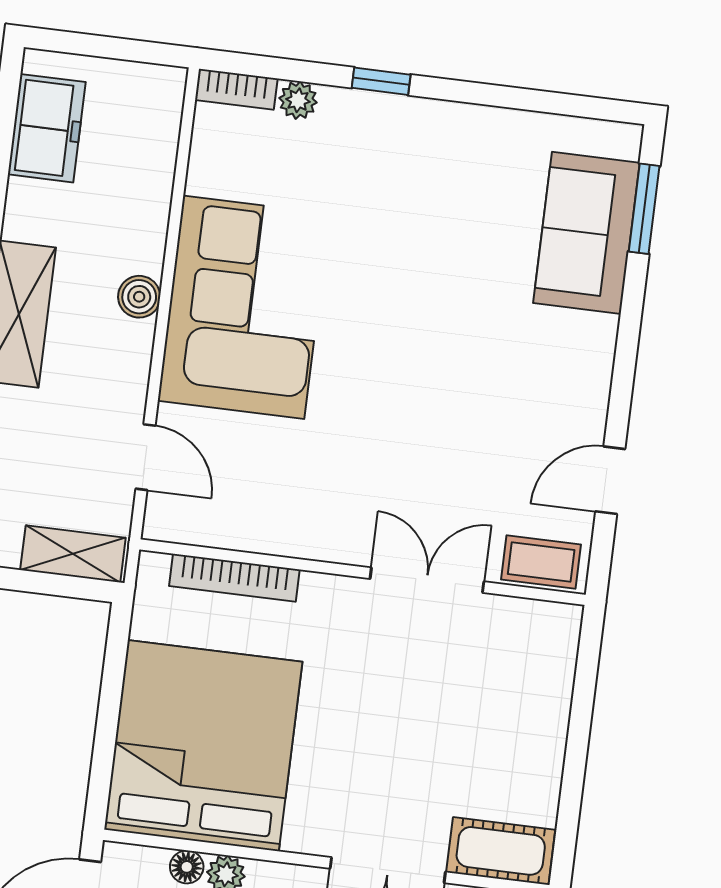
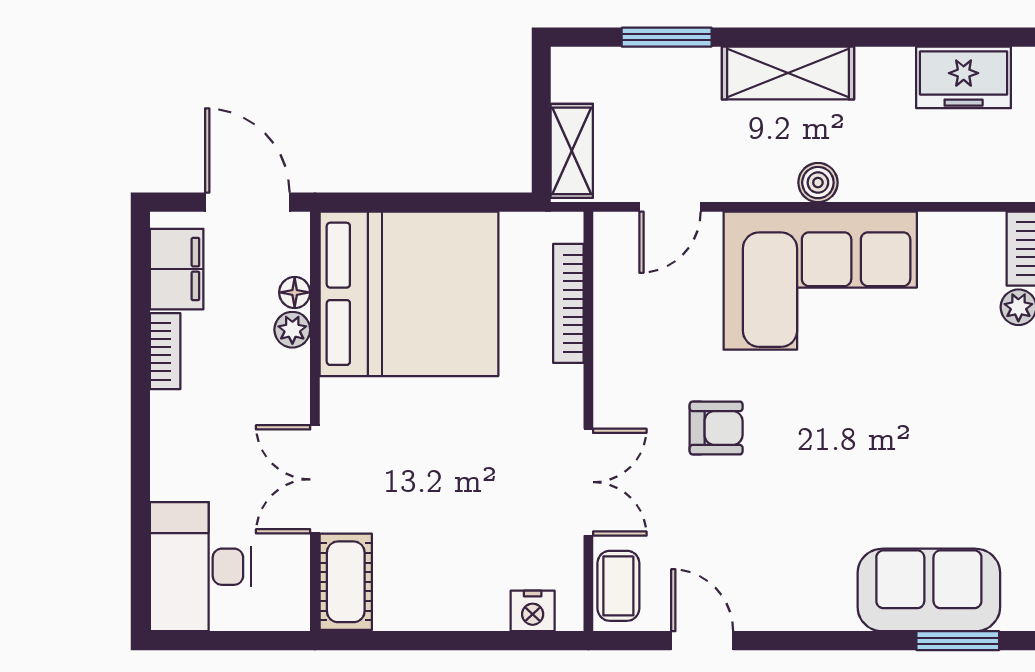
armchair: (386, 437) -> (716, 428), added
nightstand: (556, 656) -> (533, 611), added

